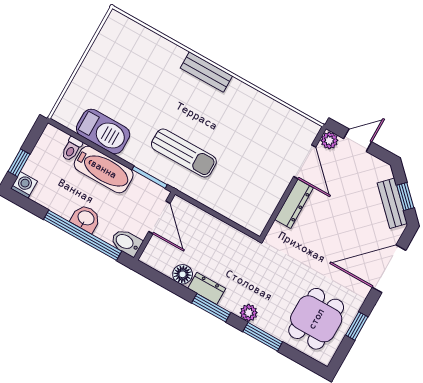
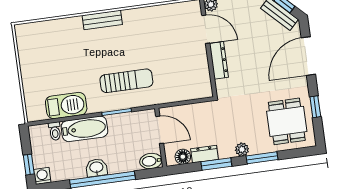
door: (159, 217) -> (160, 130), moved
wall: (154, 226) -> (161, 138), moved
bidet: (126, 242) -> (151, 161), moved

